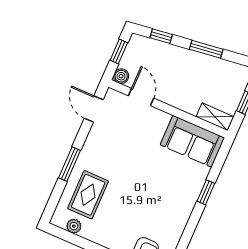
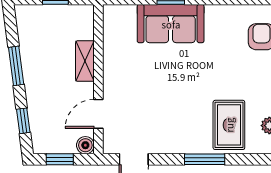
shelving: (215, 117) -> (85, 61), moved
sofa: (192, 141) -> (171, 24), moved, turned 90
rug: (88, 195) -> (229, 125), turned 90

